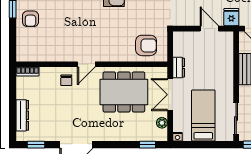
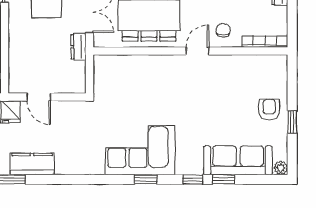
armchair: (146, 45) -> (120, 75), removed
bookcase: (27, 72) -> (265, 42), width x1.56

